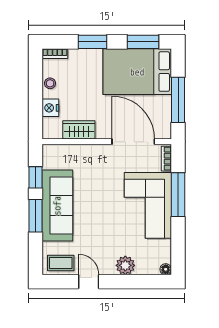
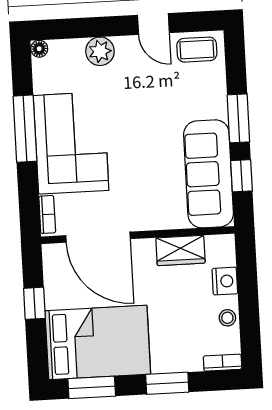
window: (178, 100) -> (34, 303), width x0.46
window: (178, 195) -> (25, 129), moved
sofa: (57, 206) -> (209, 174), moved

